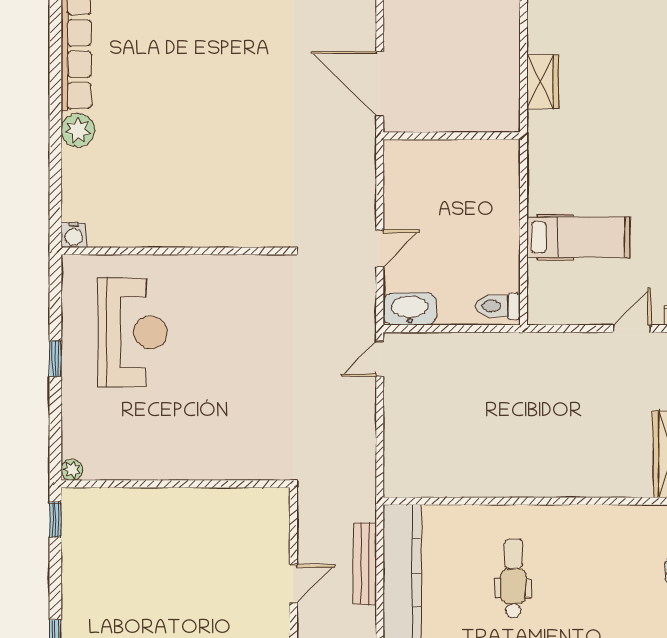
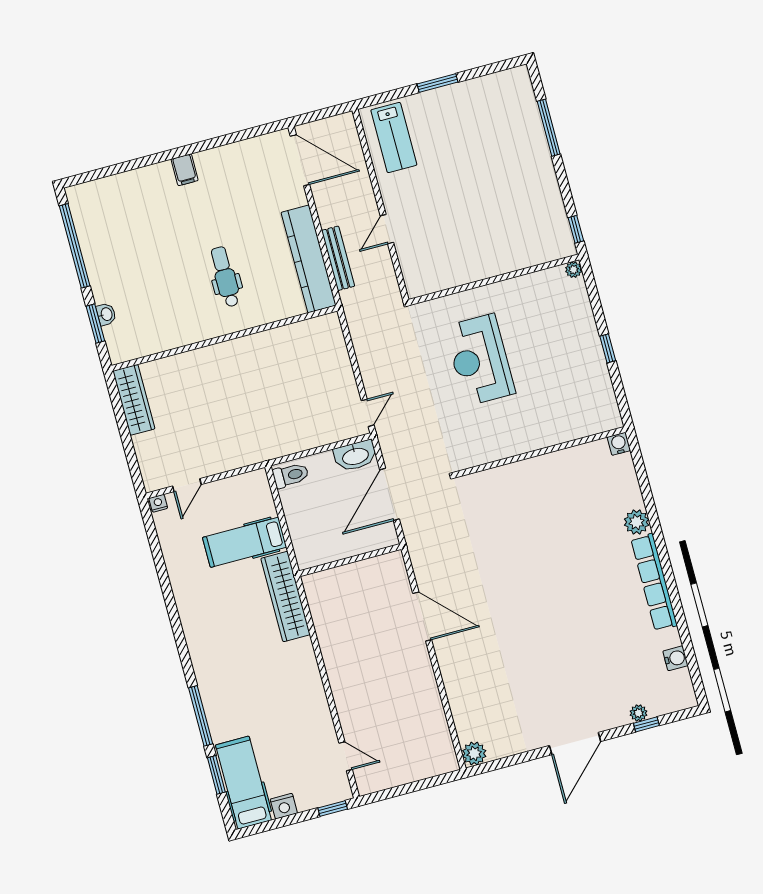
wardrobe: (543, 82) -> (285, 597), moved, width x2.10, depth x1.17
wall: (452, 136) -> (350, 560), moved
door: (380, 249) -> (389, 494), width x1.88
reception desk: (132, 332) -> (480, 360), moved
dental chair: (513, 578) -> (225, 277), turned 180

